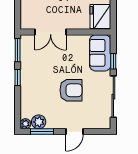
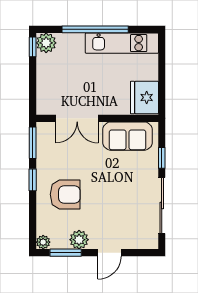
sofa: (100, 53) -> (128, 136), moved, turned -90
armchair: (71, 90) -> (65, 194), moved
plant: (39, 122) -> (79, 240), moved

